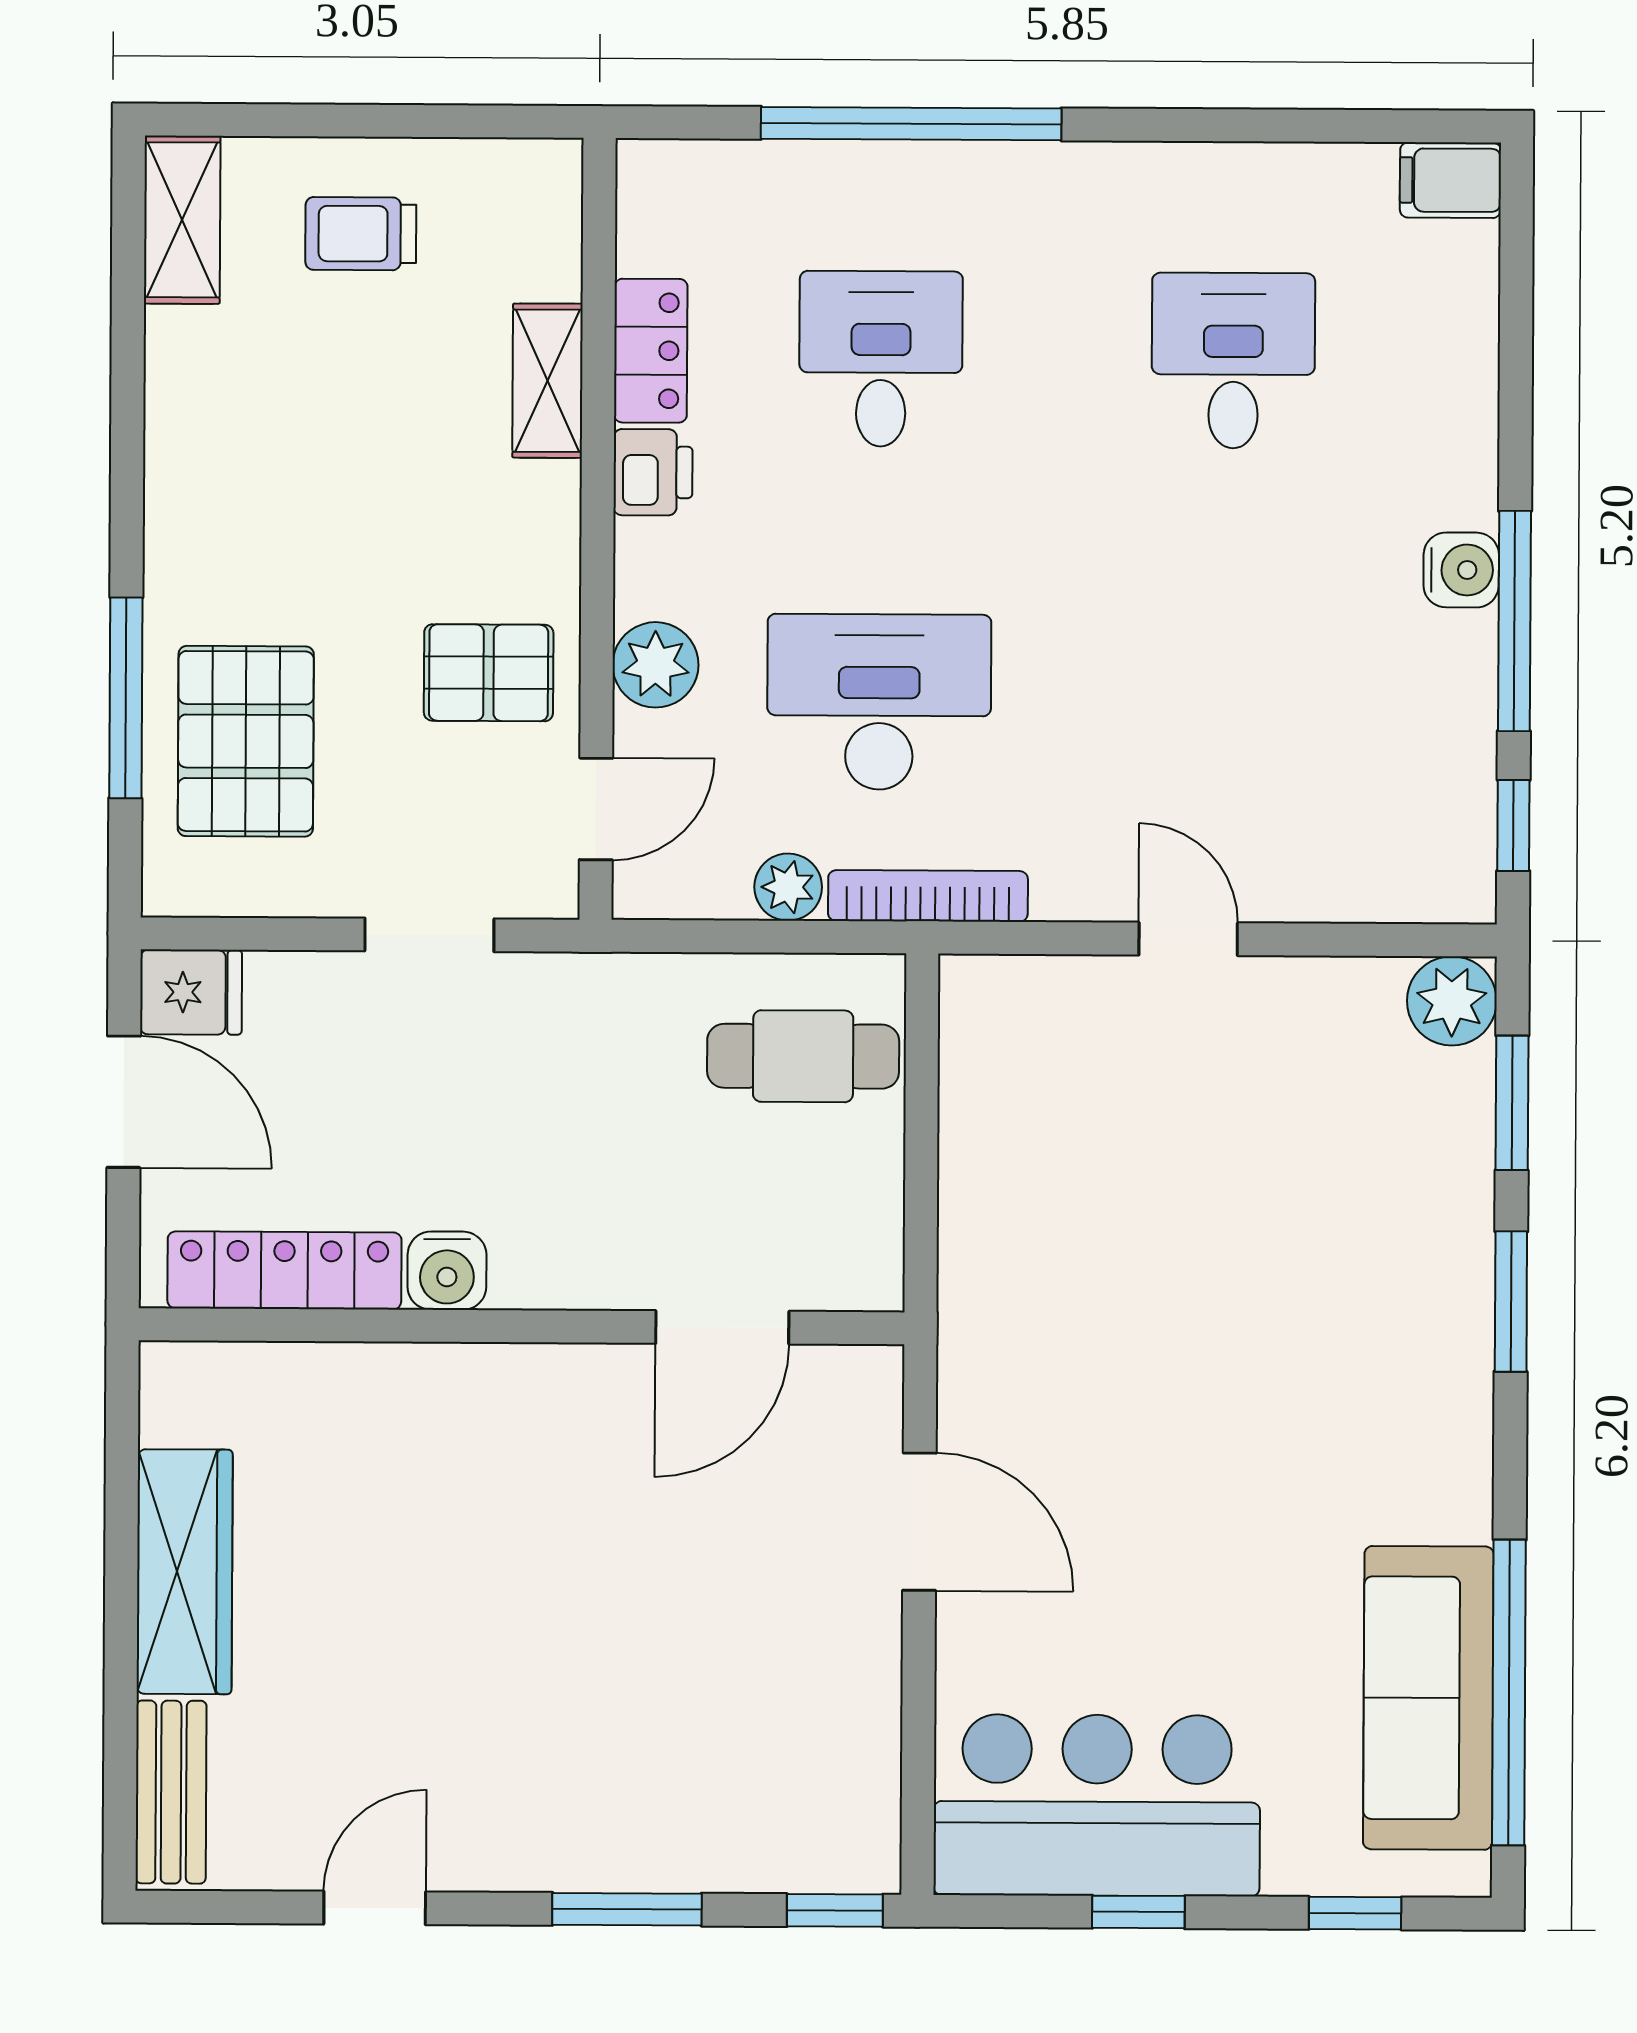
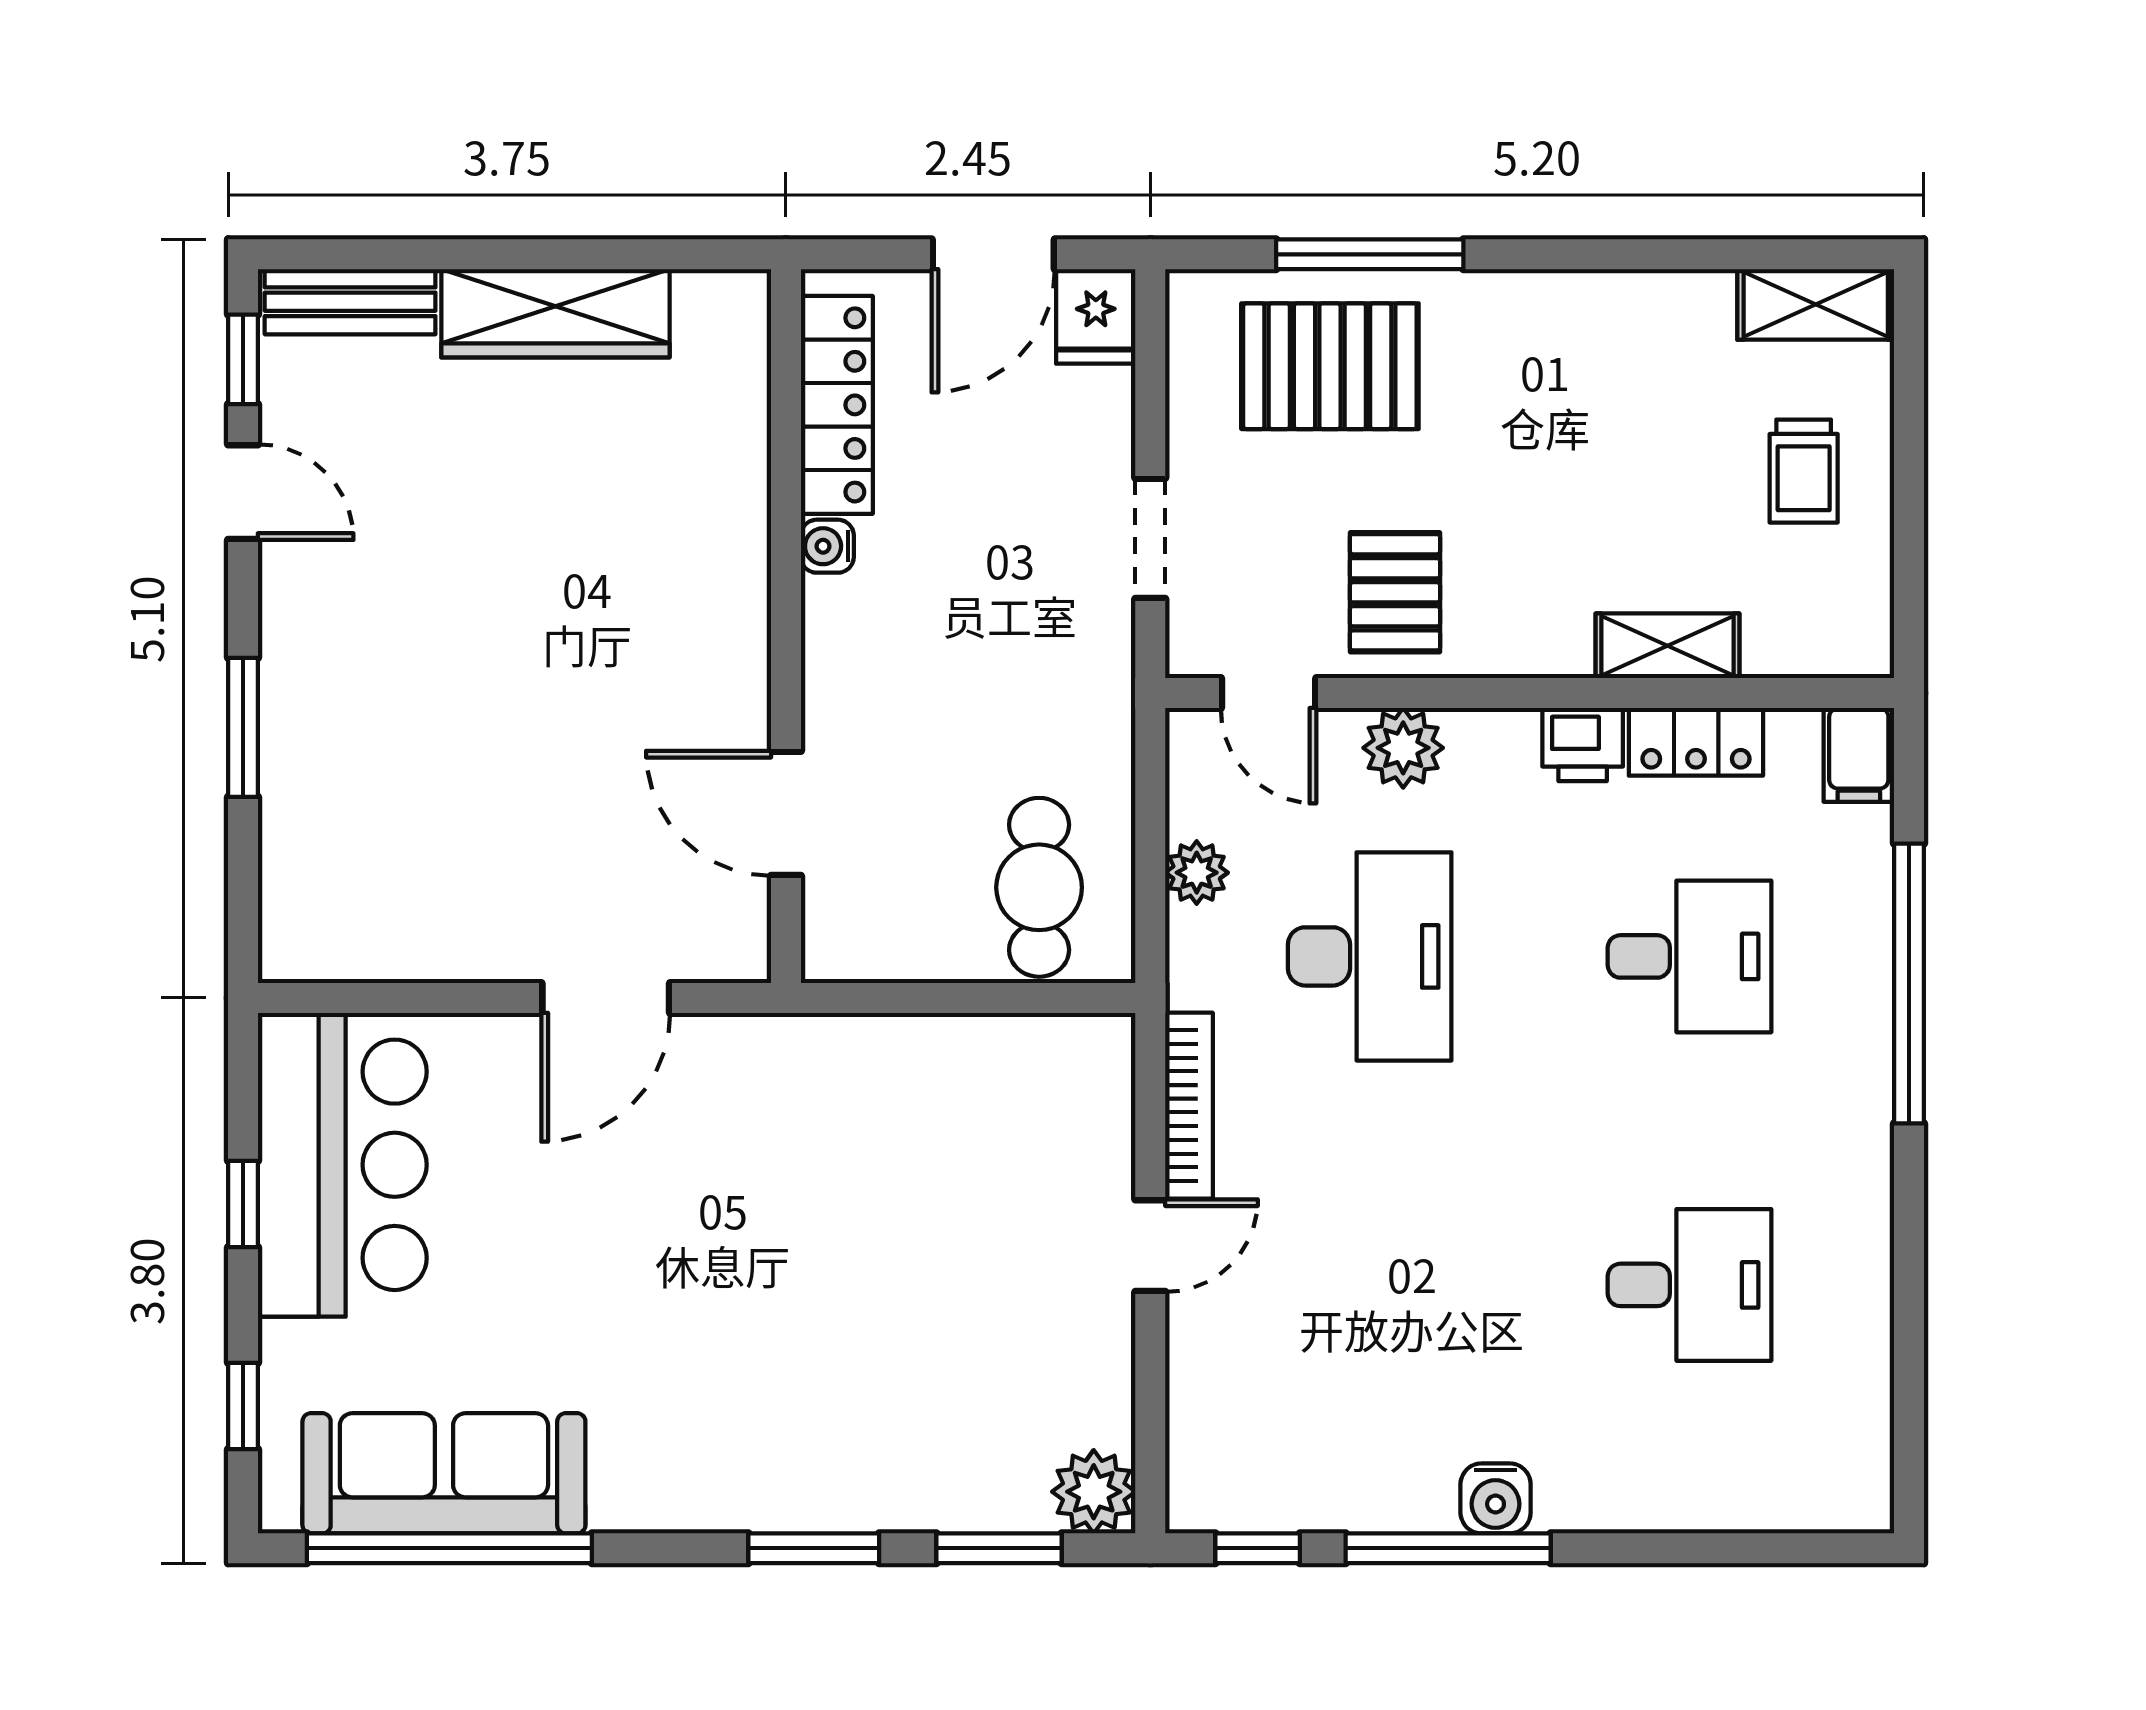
filing cabinet: (1450, 180) -> (1859, 755), moved, turned 180
trolley: (361, 234) -> (1804, 471), turned 180
bookcase: (928, 896) -> (1189, 1106), moved
water cooler: (447, 1271) -> (827, 546), width x0.72, depth x0.72
window: (835, 1910) -> (243, 359), moved

